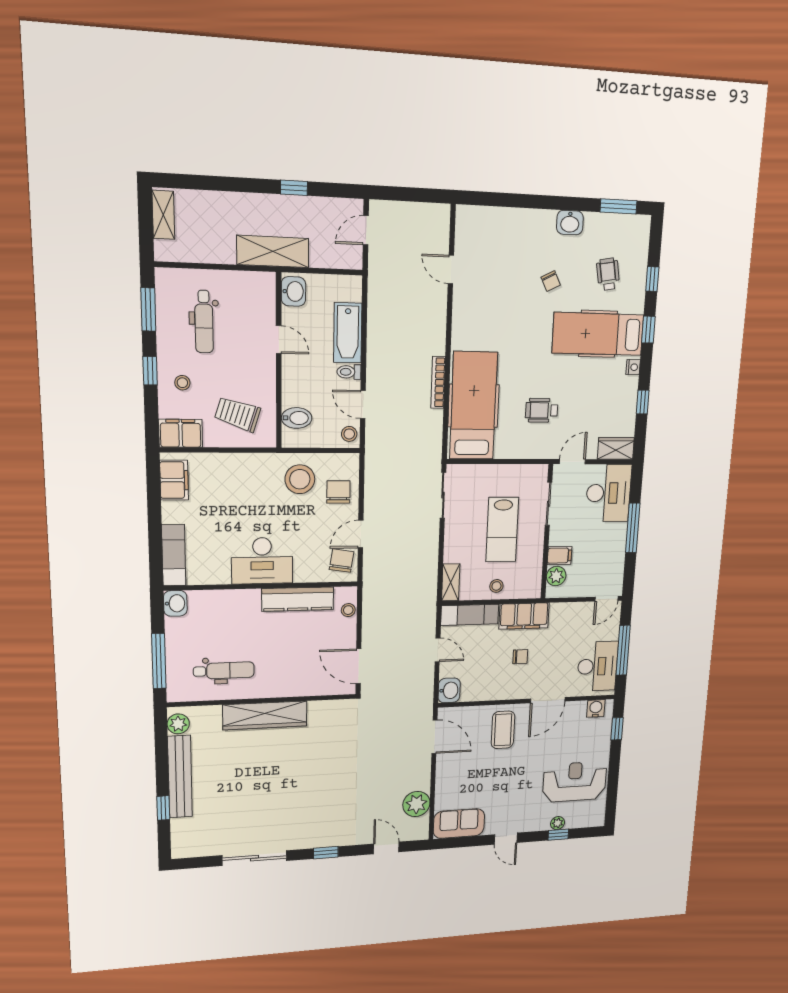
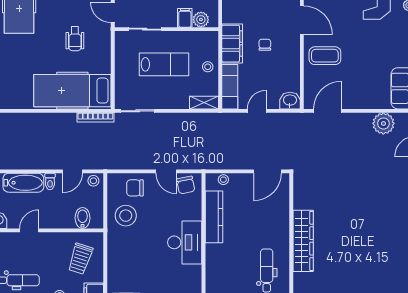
bookcase: (438, 382) -> (95, 117), moved
chair: (342, 561) -> (186, 185), turned -110

